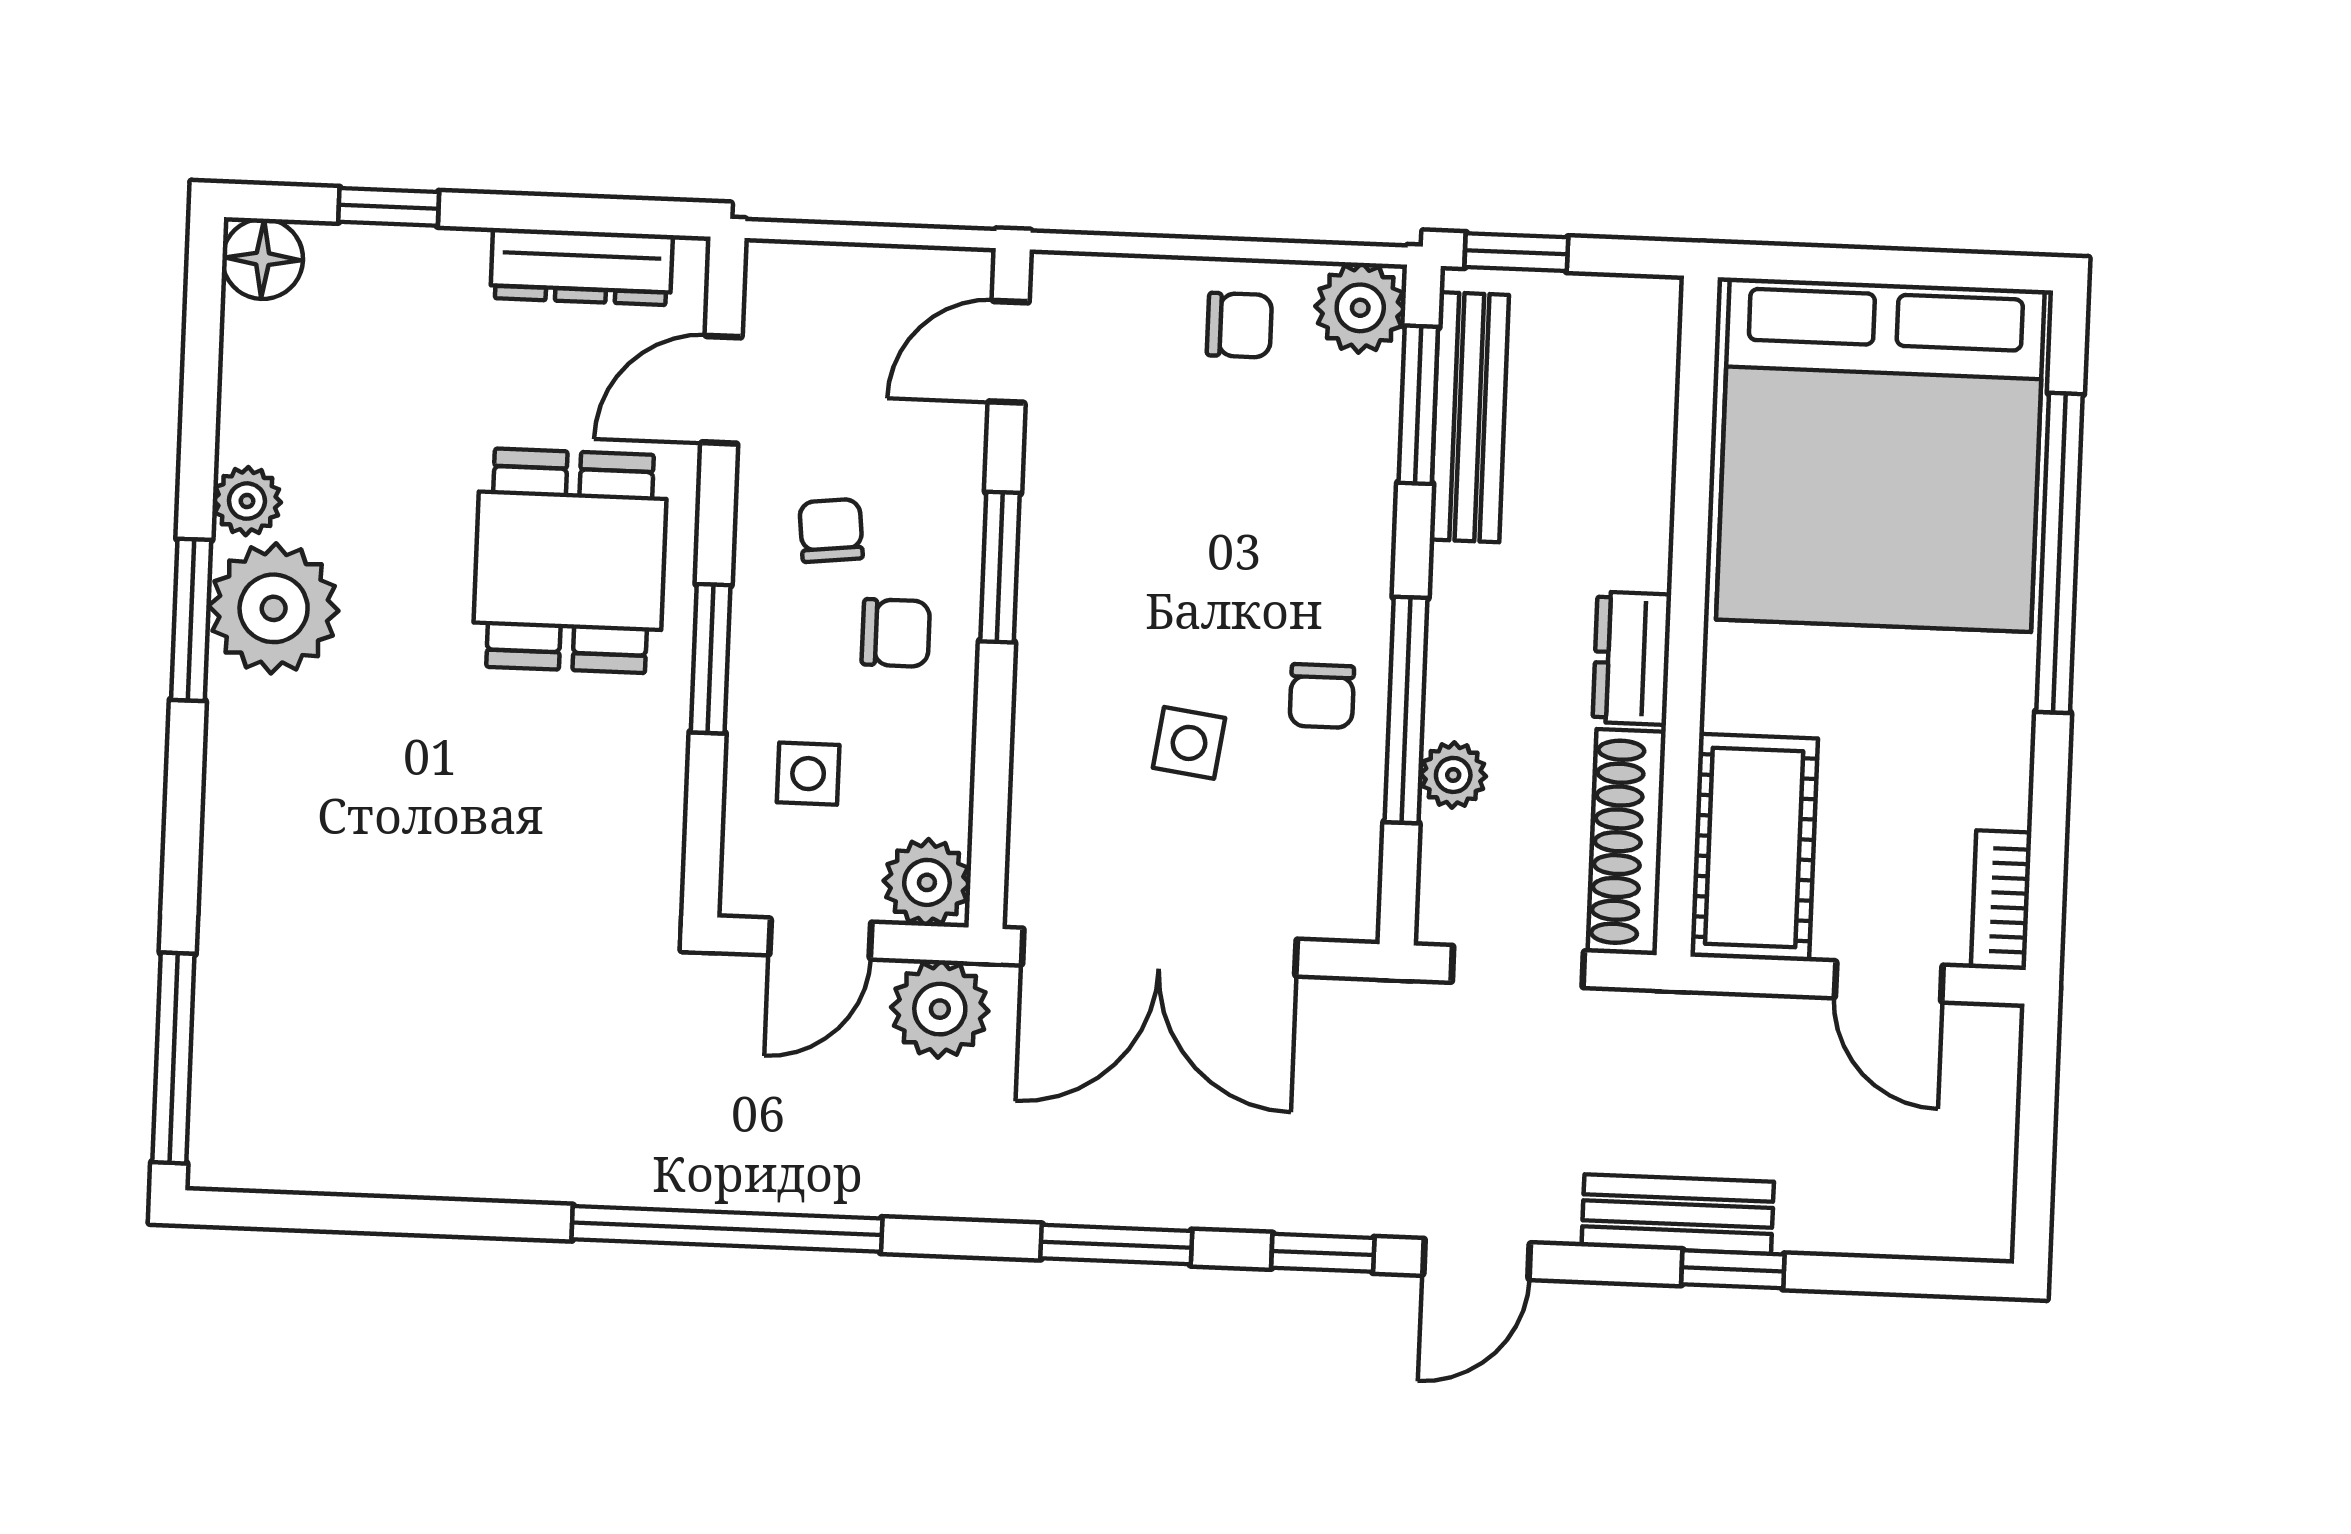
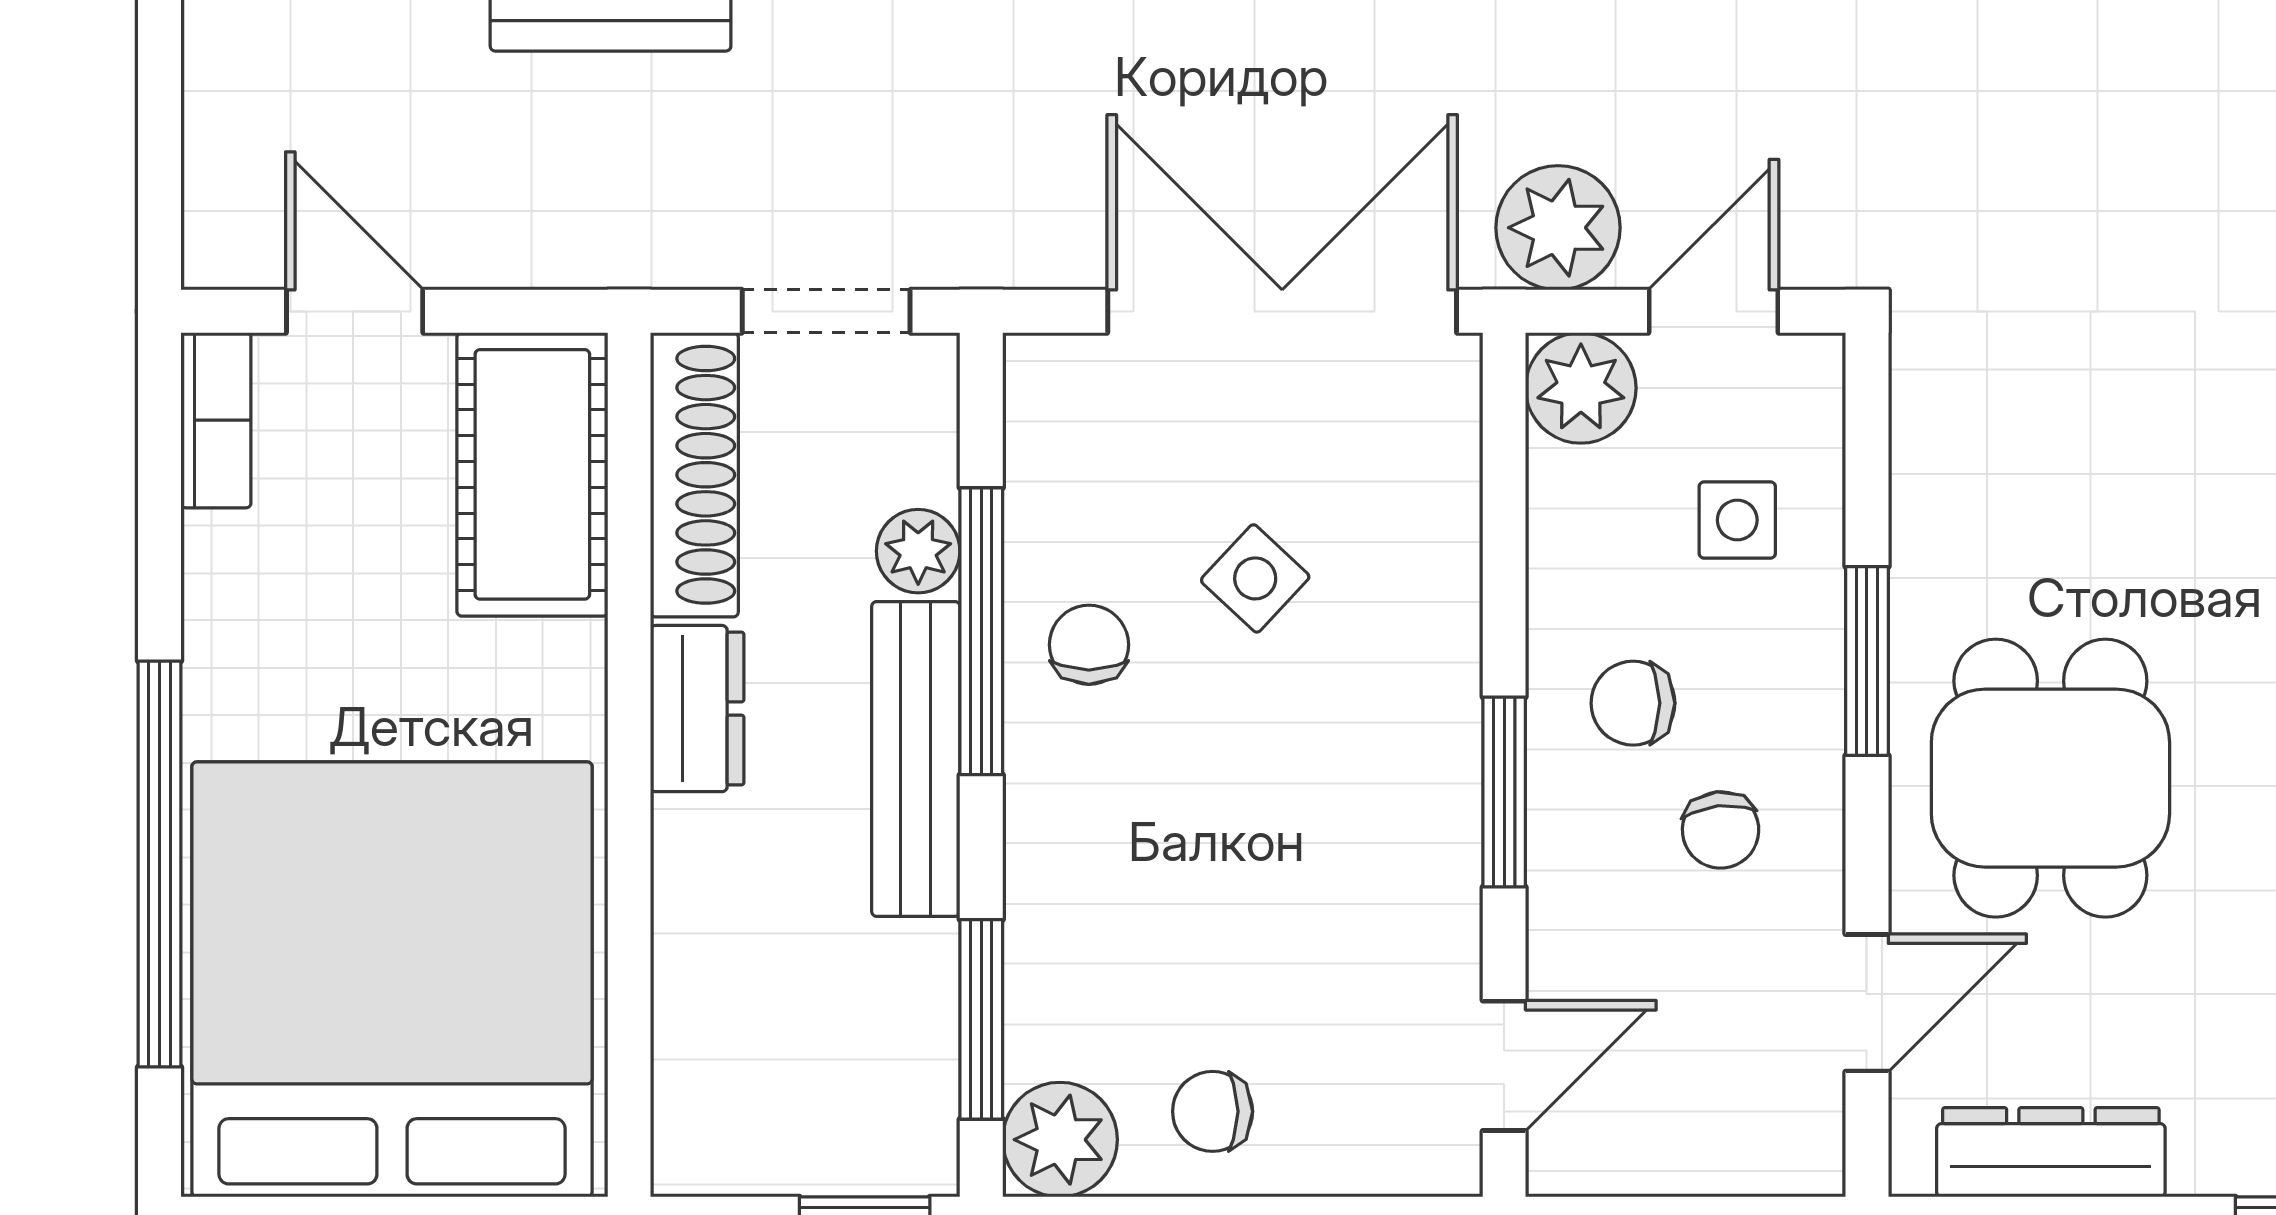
bench: (1469, 417) -> (916, 759), moved
side table: (1189, 743) -> (1255, 578), turned 35

